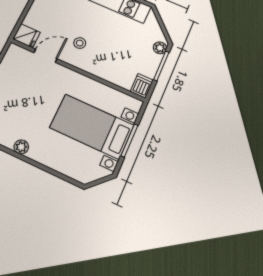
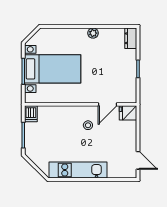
plant: (160, 48) -> (30, 148), removed

